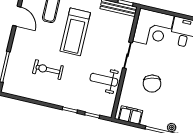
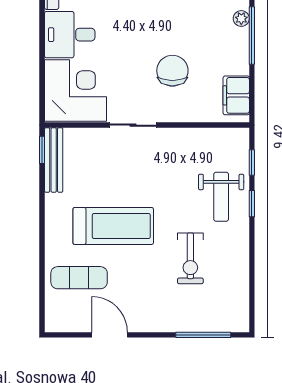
door: (17, 16) -> (110, 335), hinge flipped
weight bench: (104, 80) -> (221, 197), moved
chair: (152, 84) -> (172, 71), turned -76

